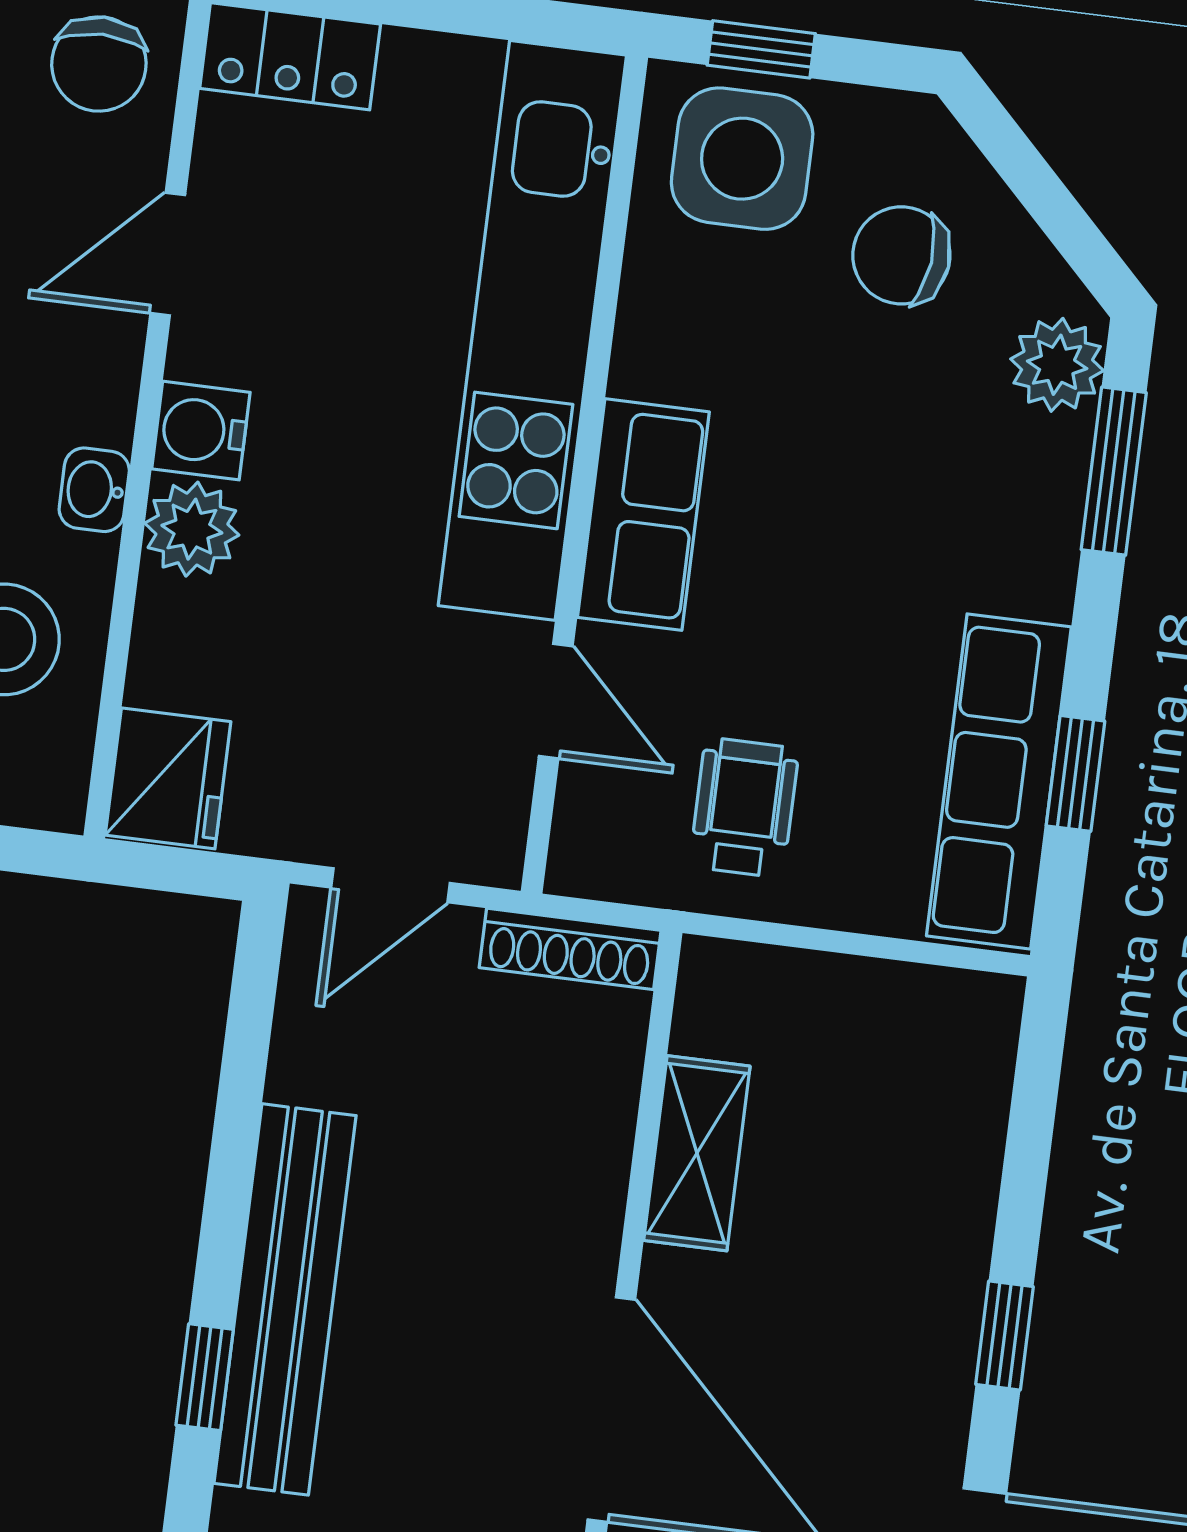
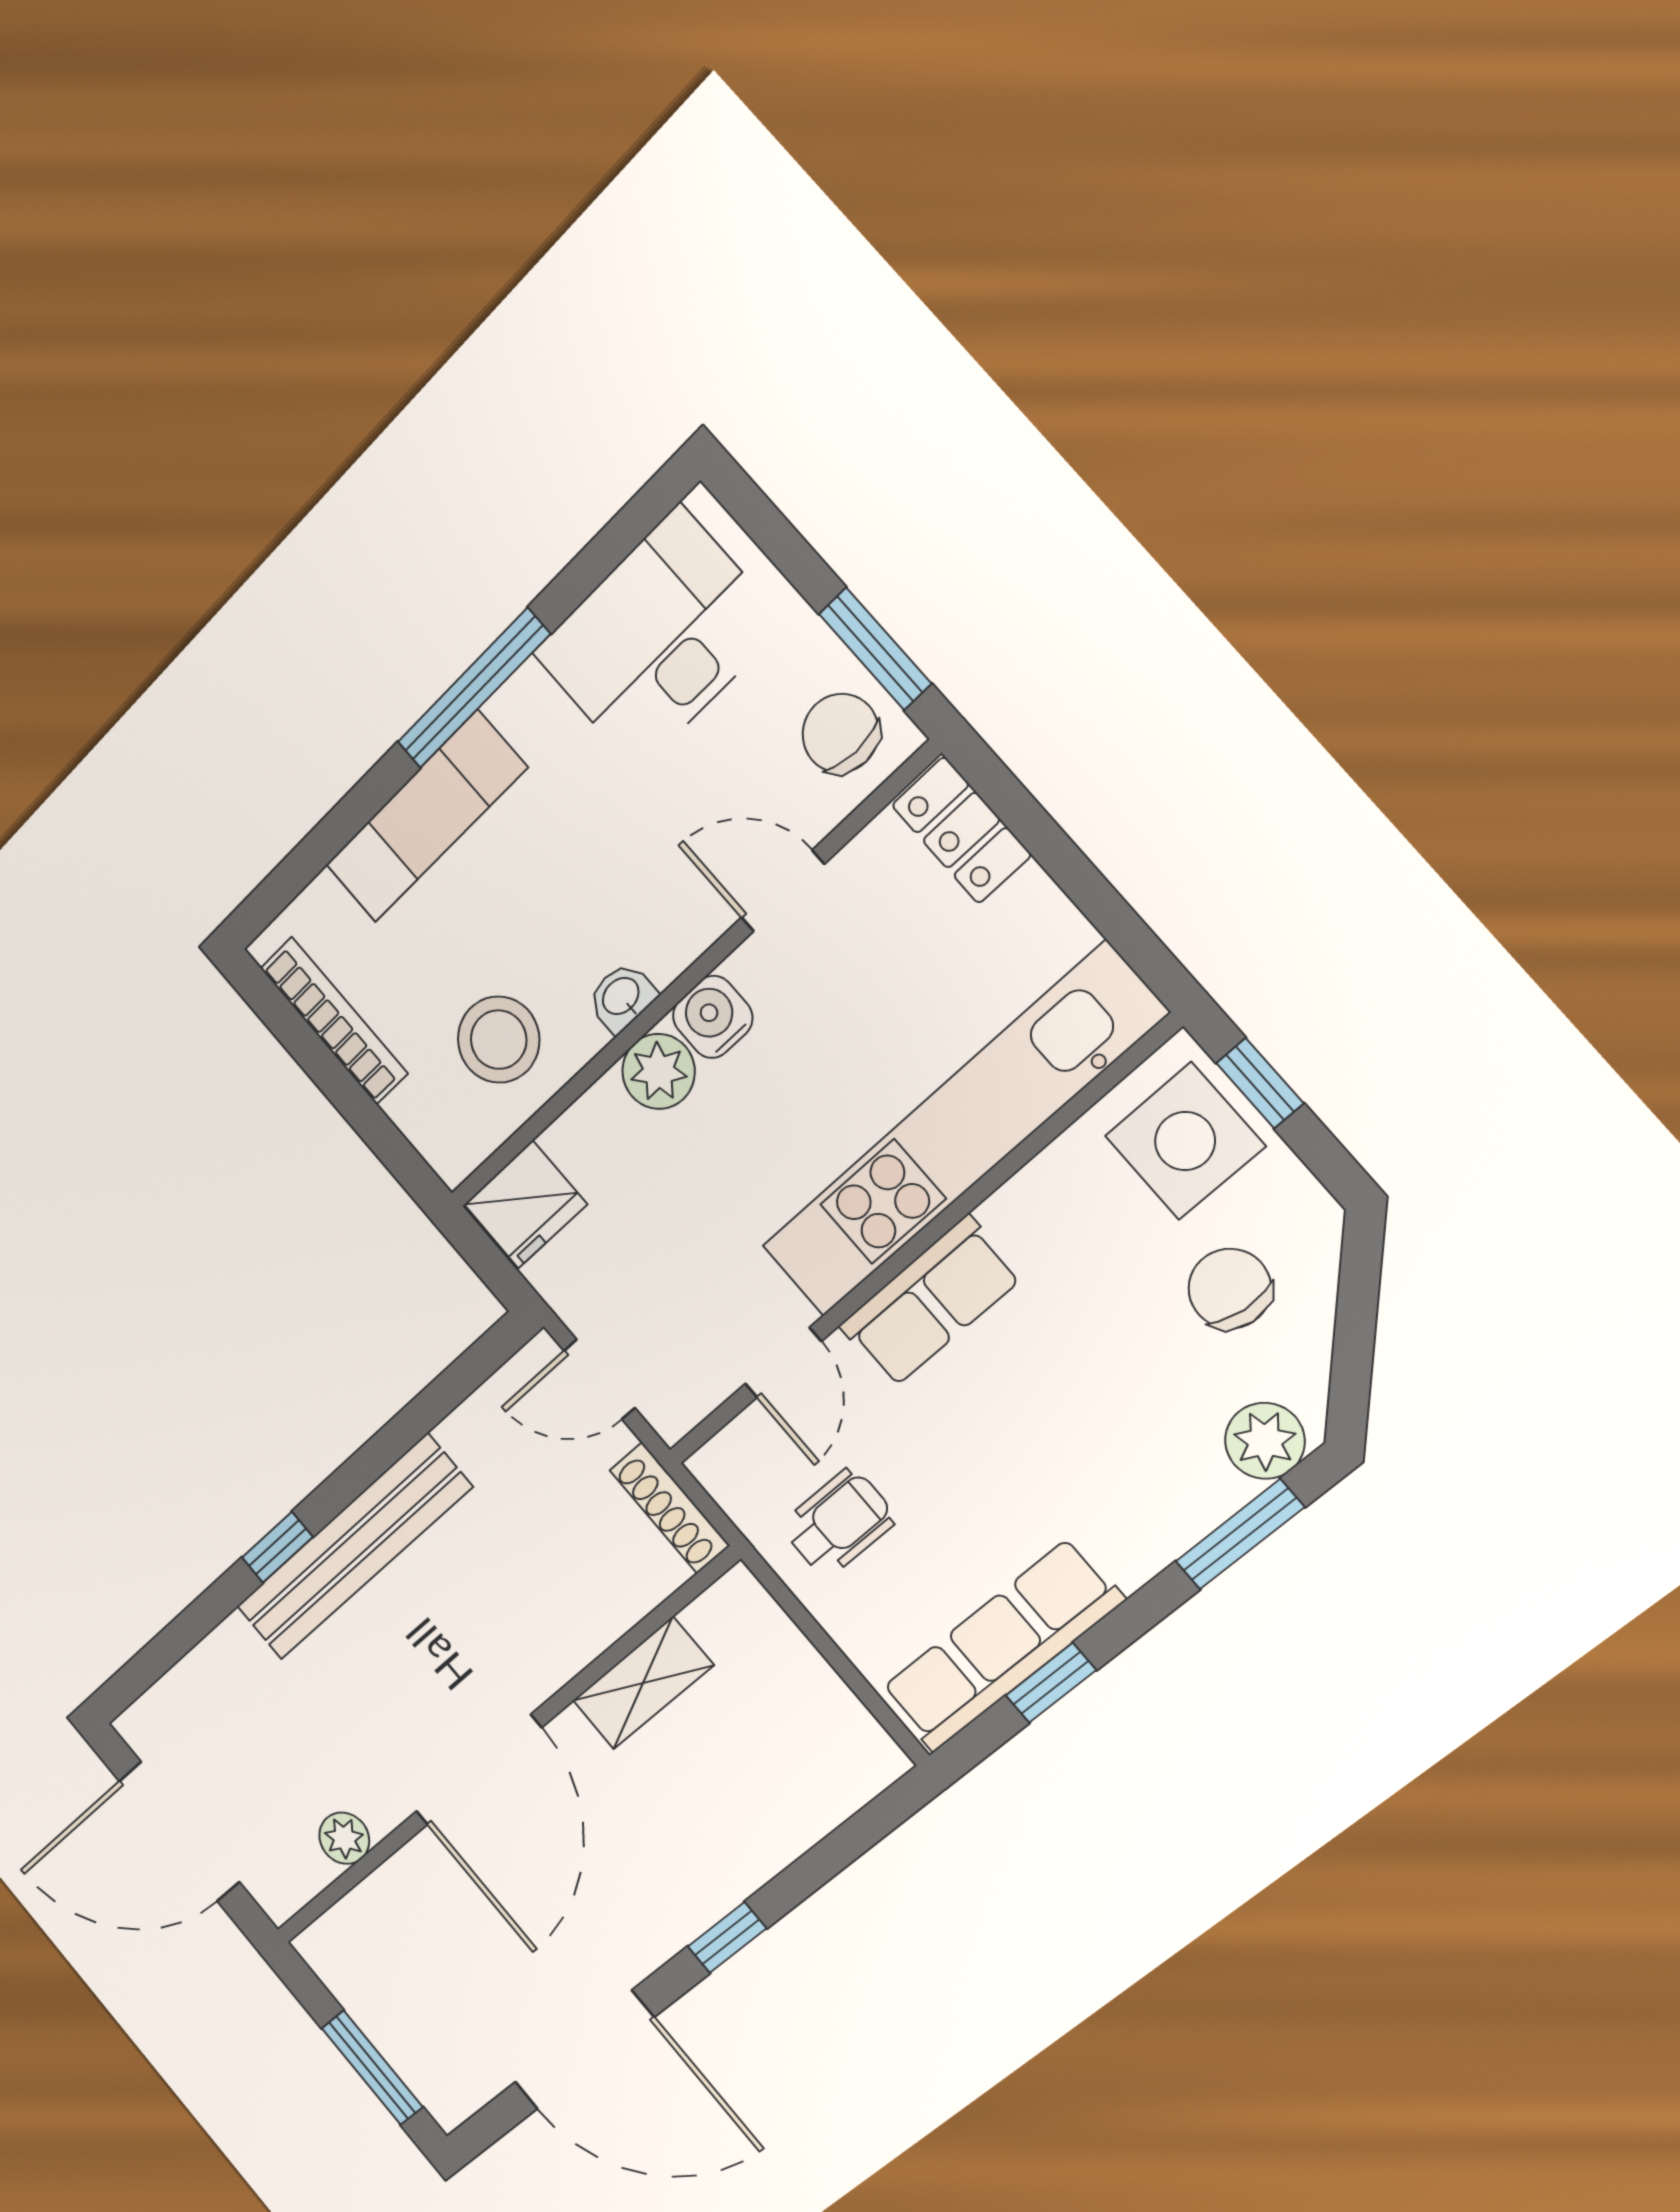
chair: (99, 64) -> (841, 733), turned 90

